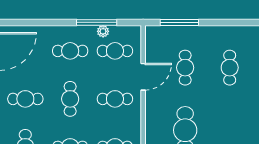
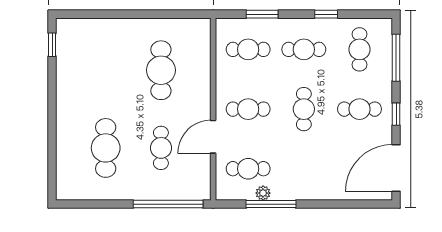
window: (179, 22) -> (168, 204), width x1.46
cafe table: (70, 51) -> (304, 169), removed
cafe table: (230, 68) -> (106, 148), width x1.37, depth x1.35

